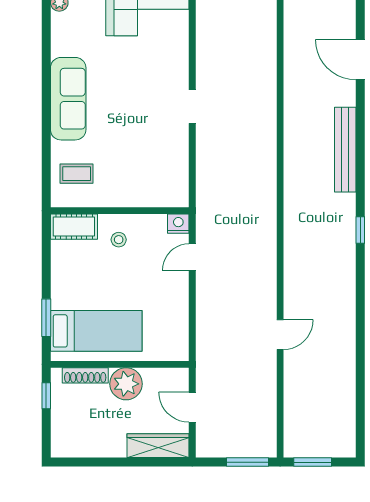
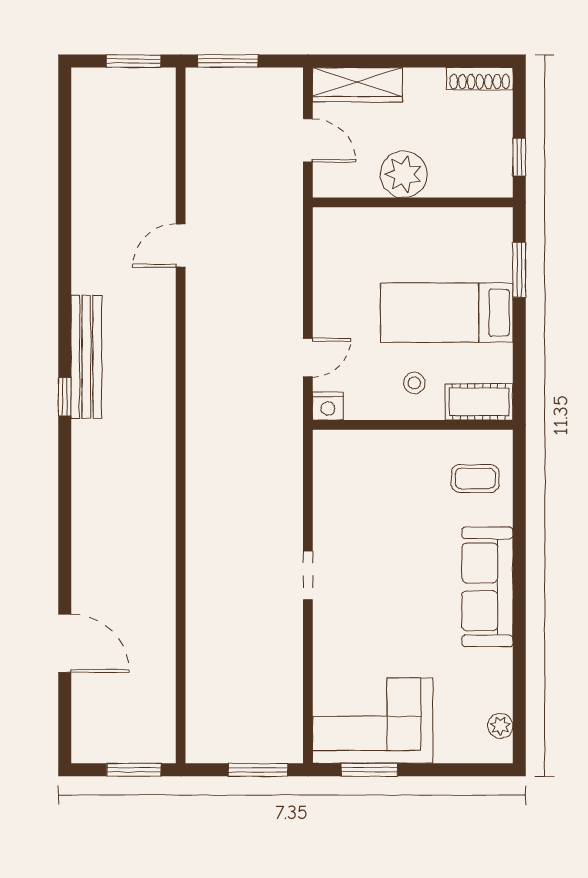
bench: (345, 150) -> (86, 357), moved
bed: (96, 331) -> (447, 313), moved
shoe rack: (85, 375) -> (480, 79), moved, turned 180

